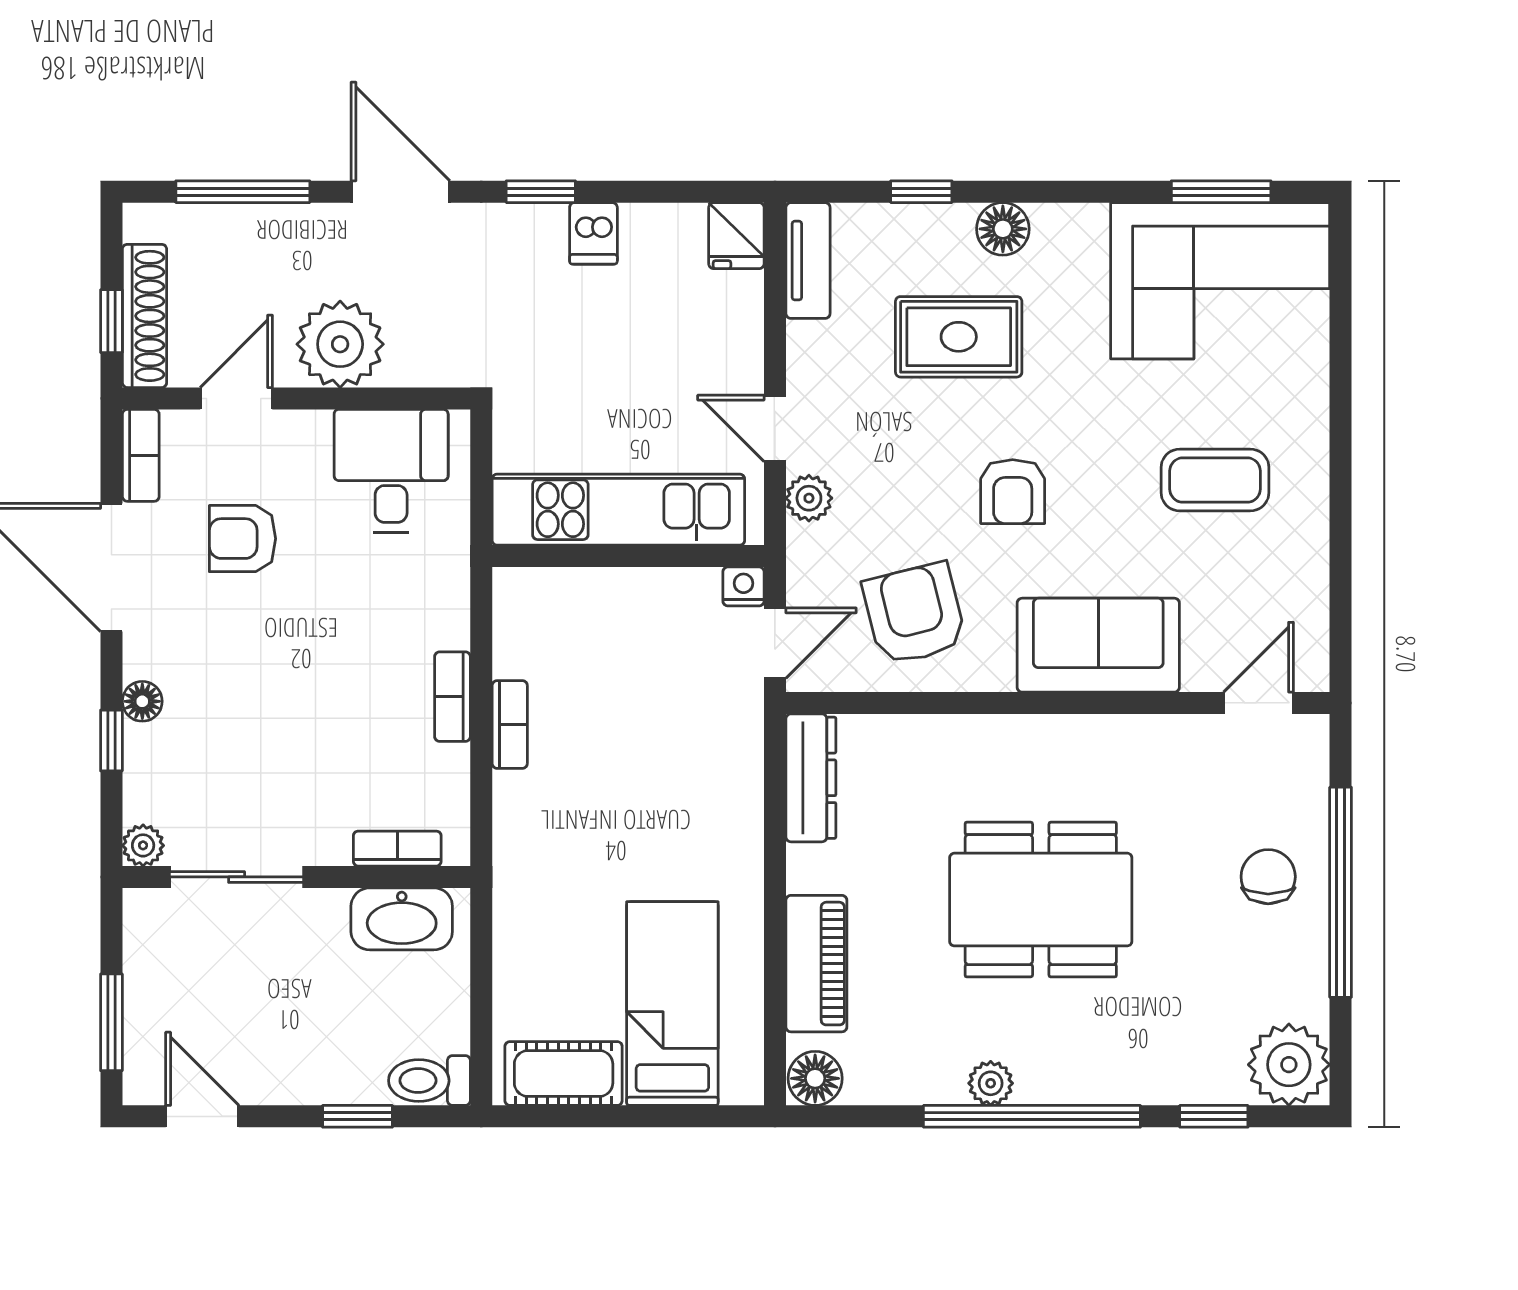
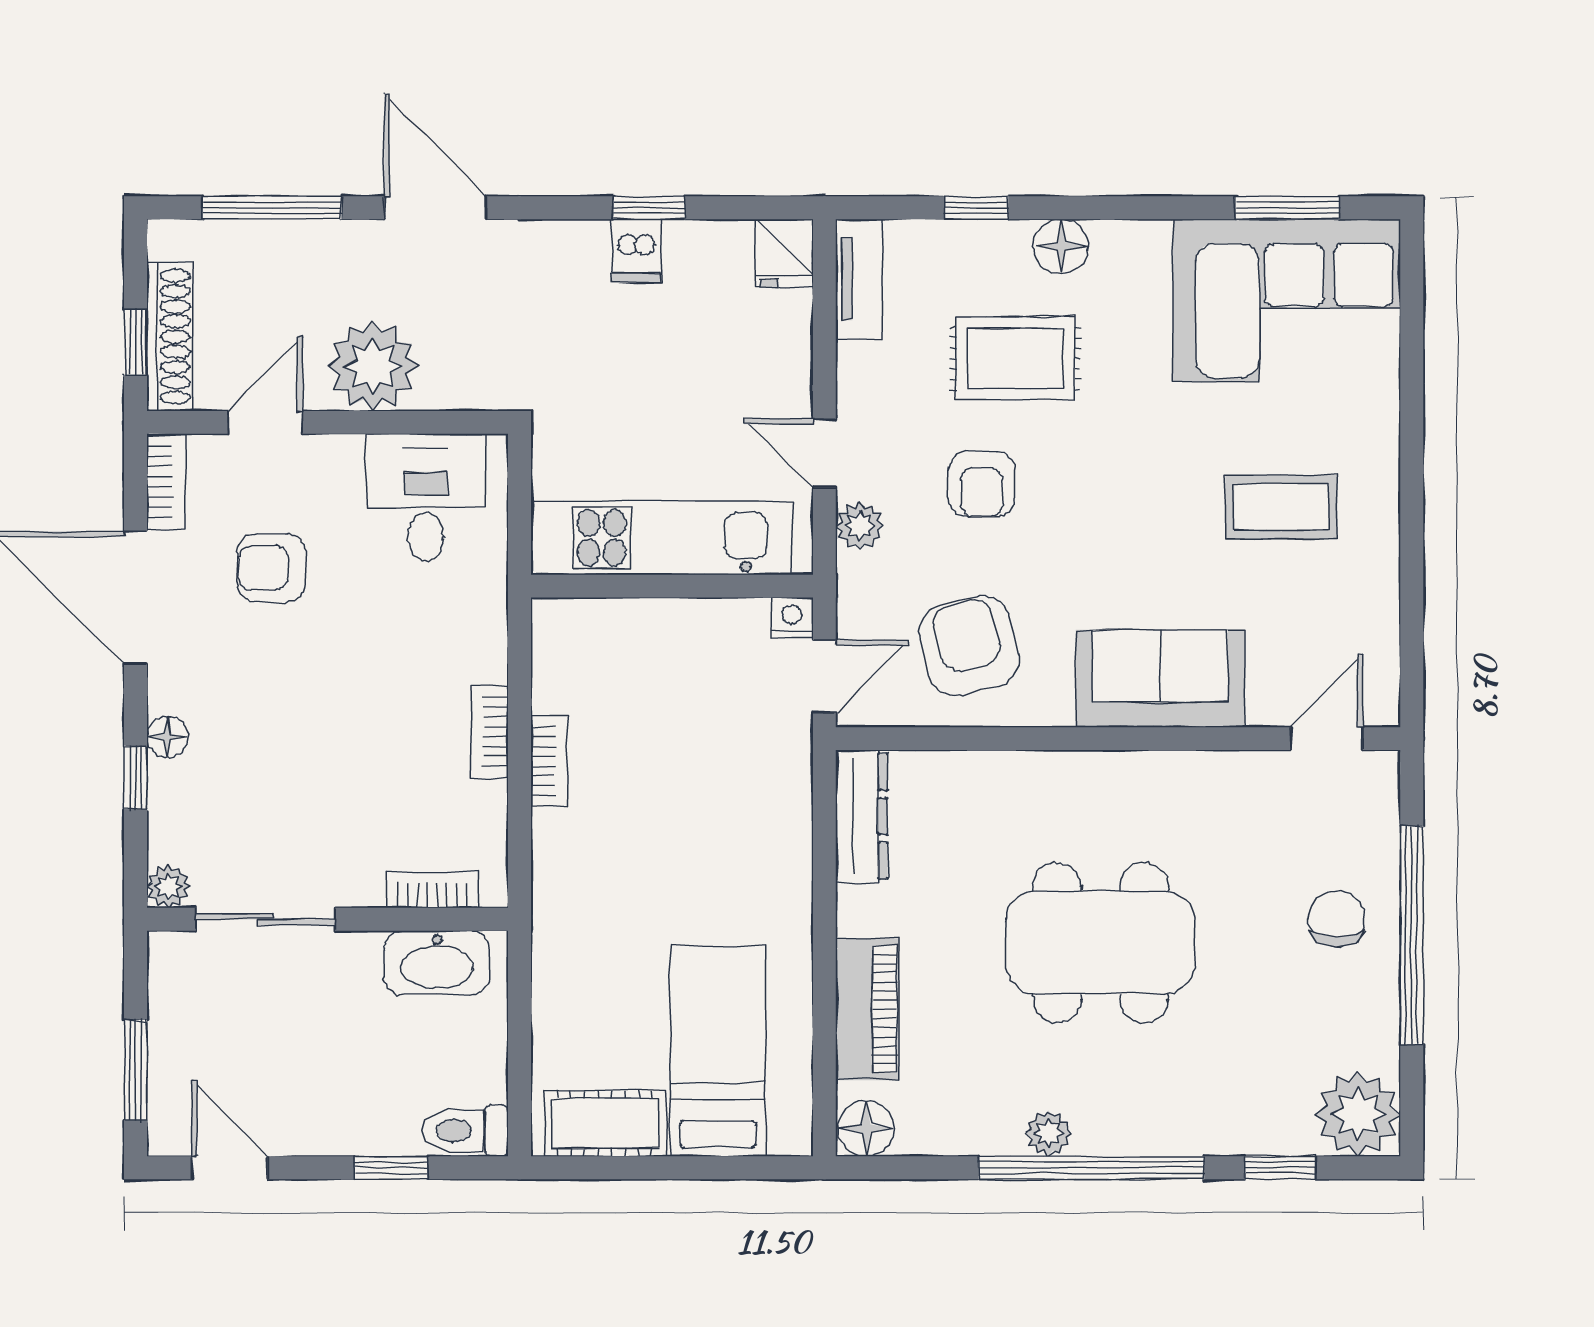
window: (541, 192) -> (649, 208), moved
armchair: (1013, 492) -> (982, 484), moved

